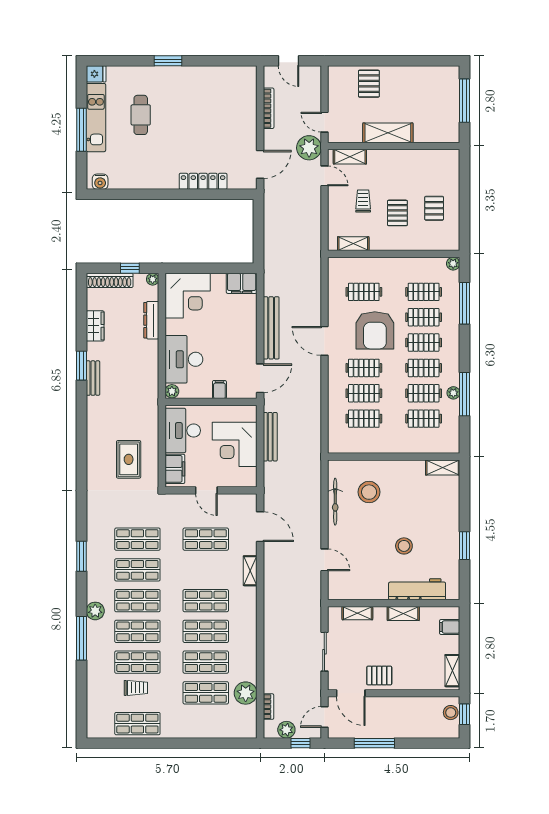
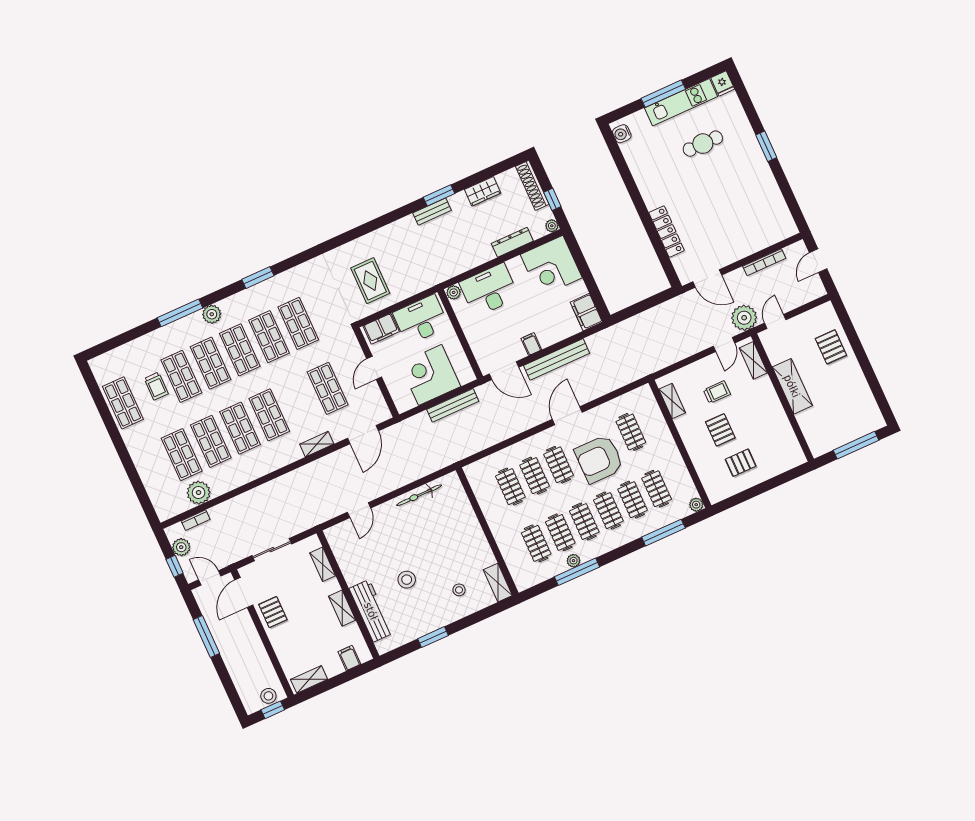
pallet: (369, 84) -> (831, 347), turned 90
pallet: (397, 213) -> (720, 430), turned 90
filing cabinet: (219, 390) -> (531, 344), moved, turned -90
rug: (129, 459) -> (370, 281), turned 90
stool: (369, 492) -> (459, 590), moved, width x0.53, depth x0.53

